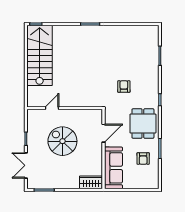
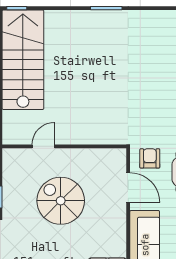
armchair: (124, 87) -> (150, 158), moved
door: (103, 133) -> (128, 188), hinge flipped

